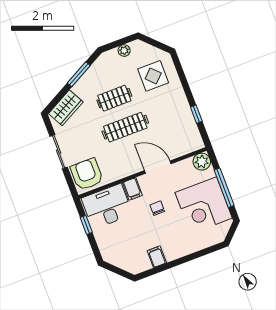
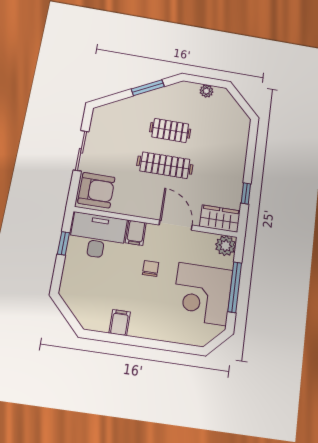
display table: (153, 76) -> (222, 131), removed
wardrobe: (66, 108) -> (220, 219), moved, turned -152
armchair: (87, 174) -> (96, 190), turned 90

